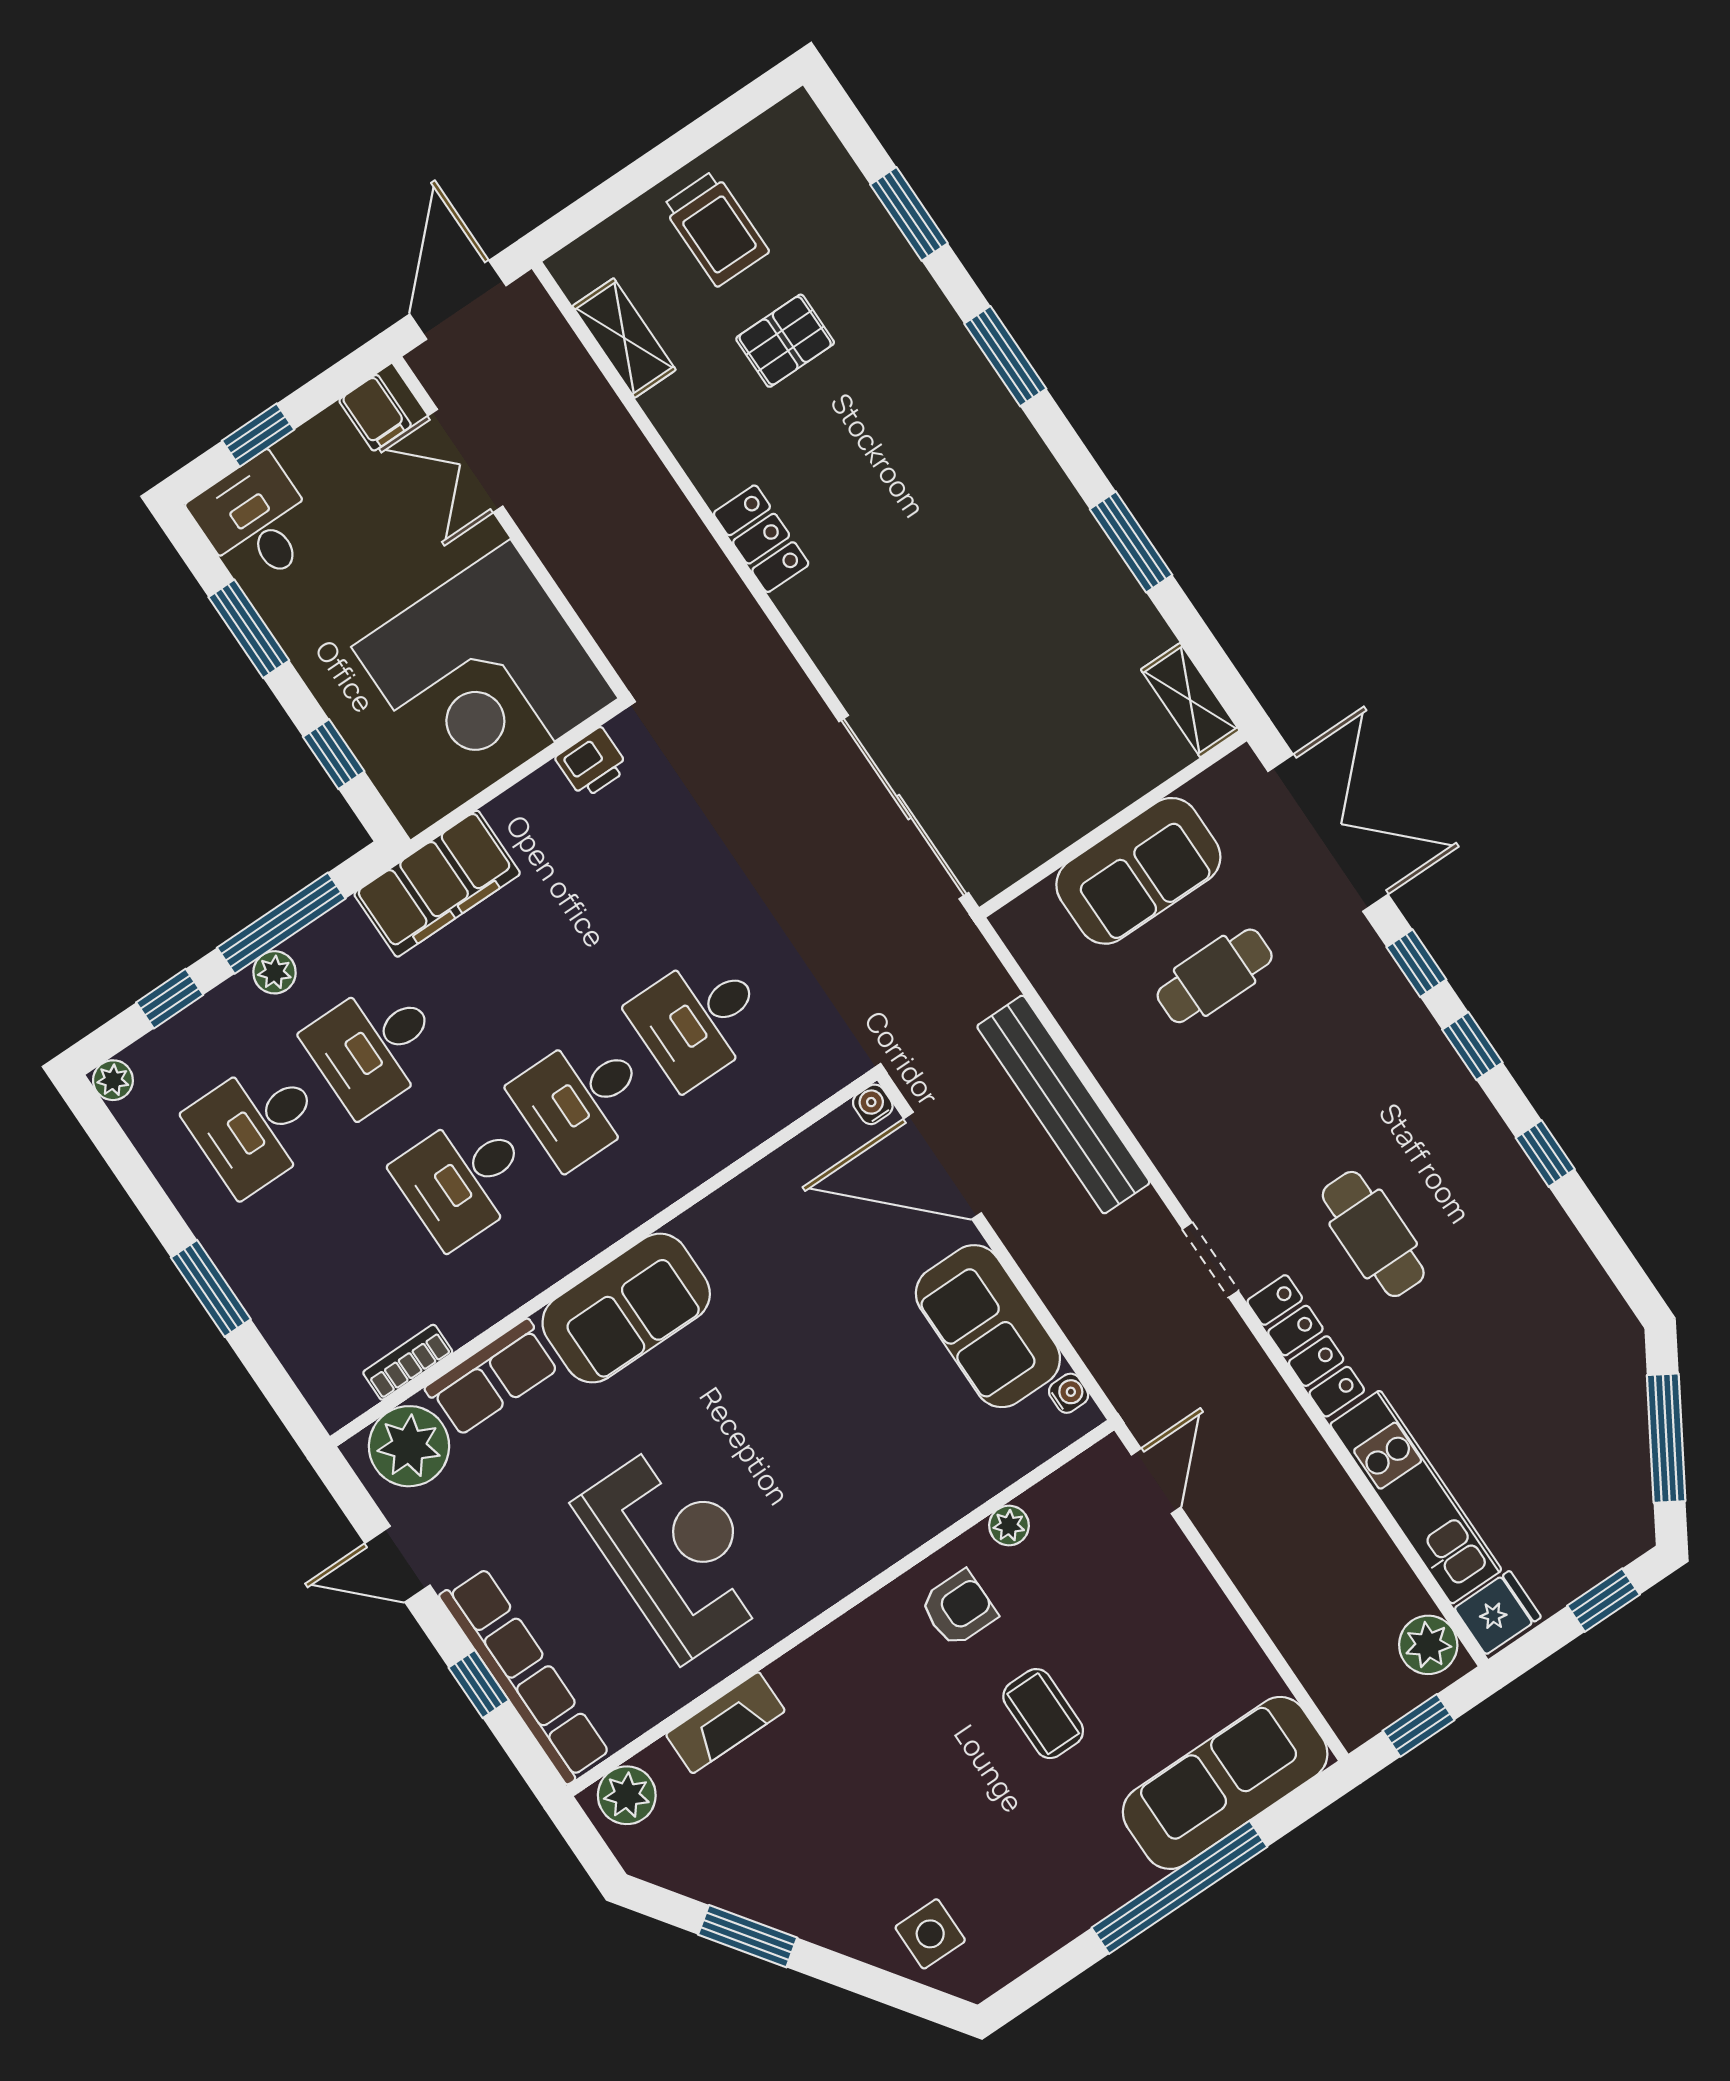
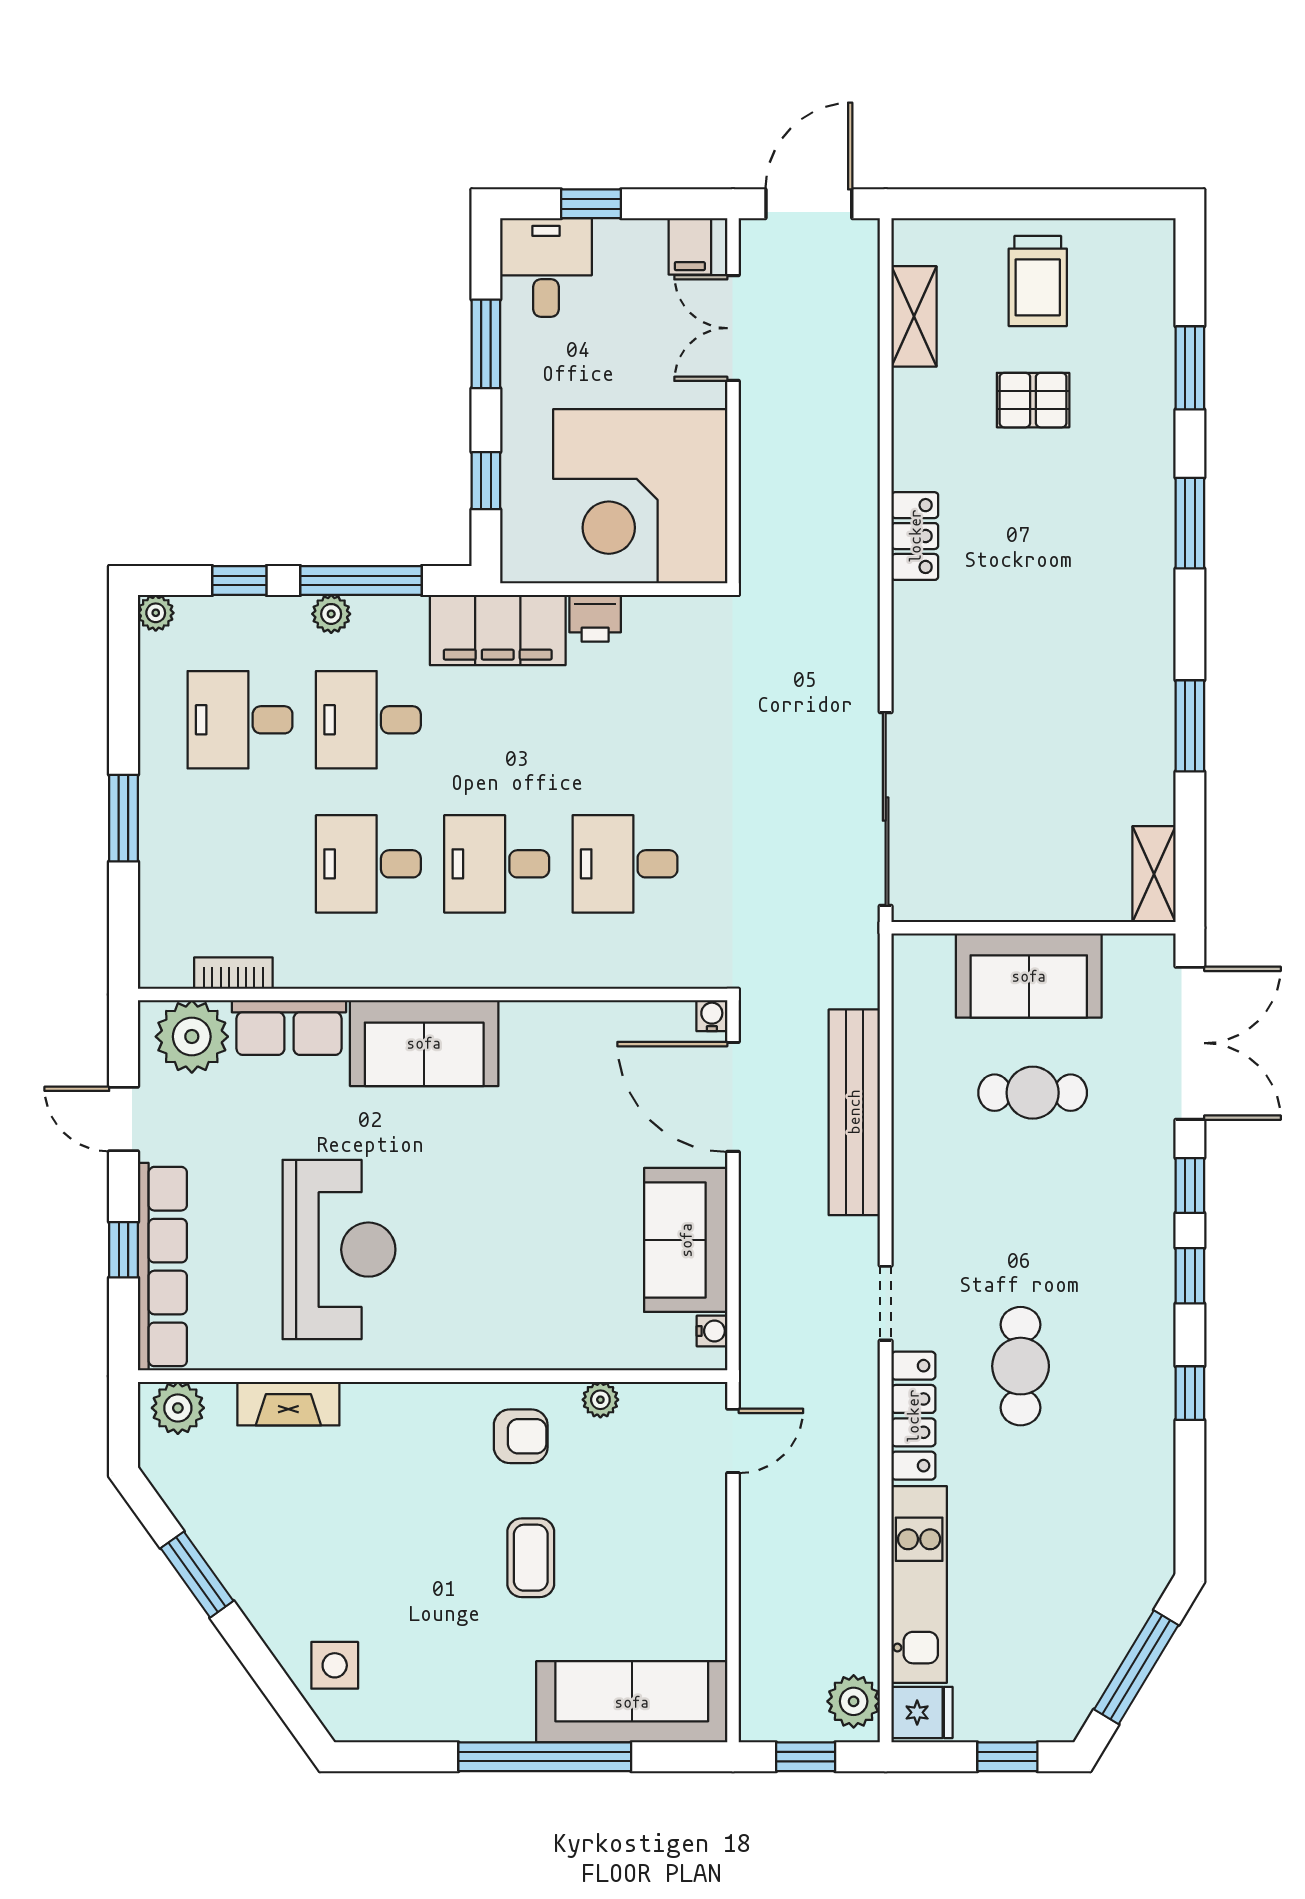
printer: (592, 763) -> (595, 618), moved

